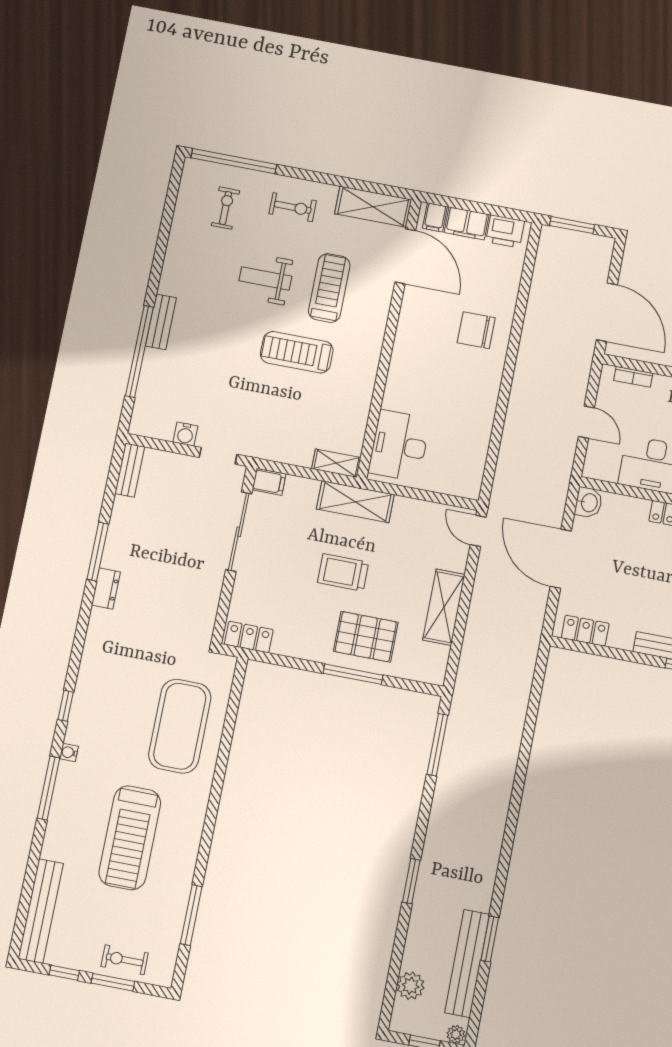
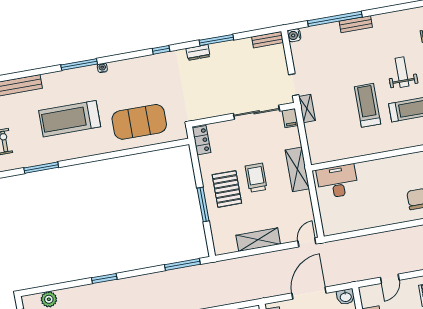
water cooler: (185, 434) -> (294, 35), moved
shelving: (336, 463) -> (307, 108), moved
pallet: (366, 637) -> (227, 189), moved
window: (66, 706) -> (161, 50), moved

